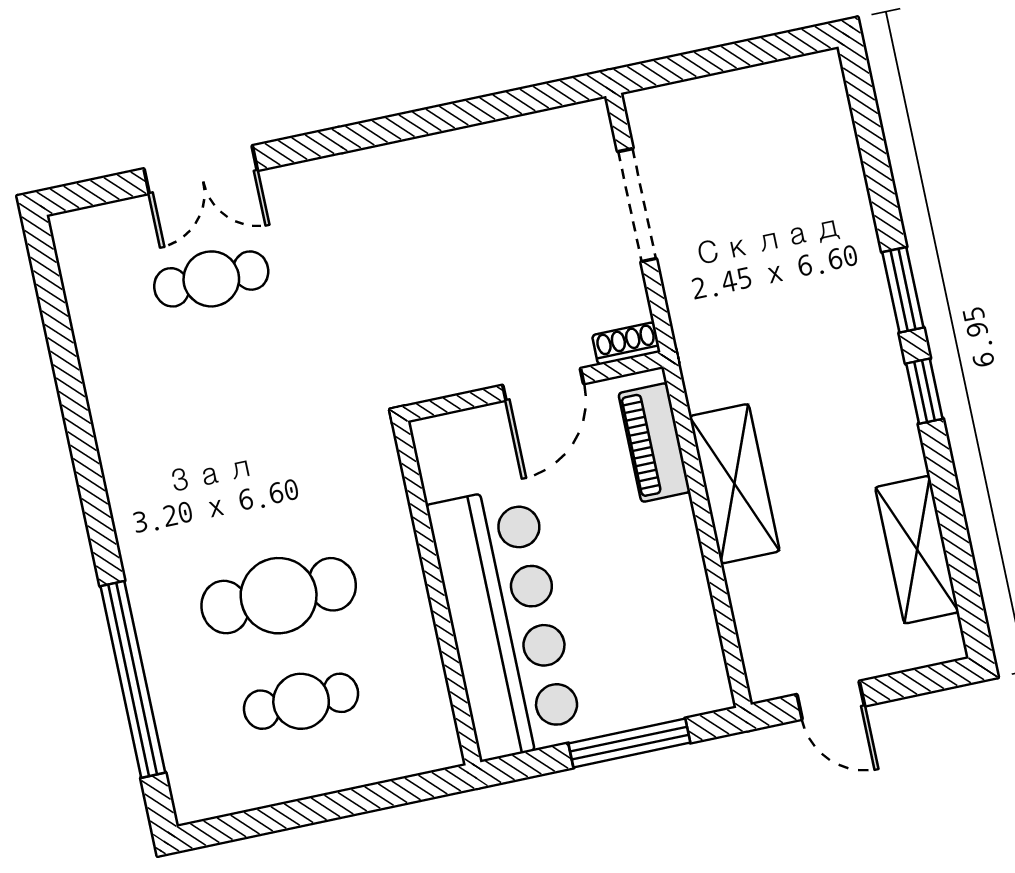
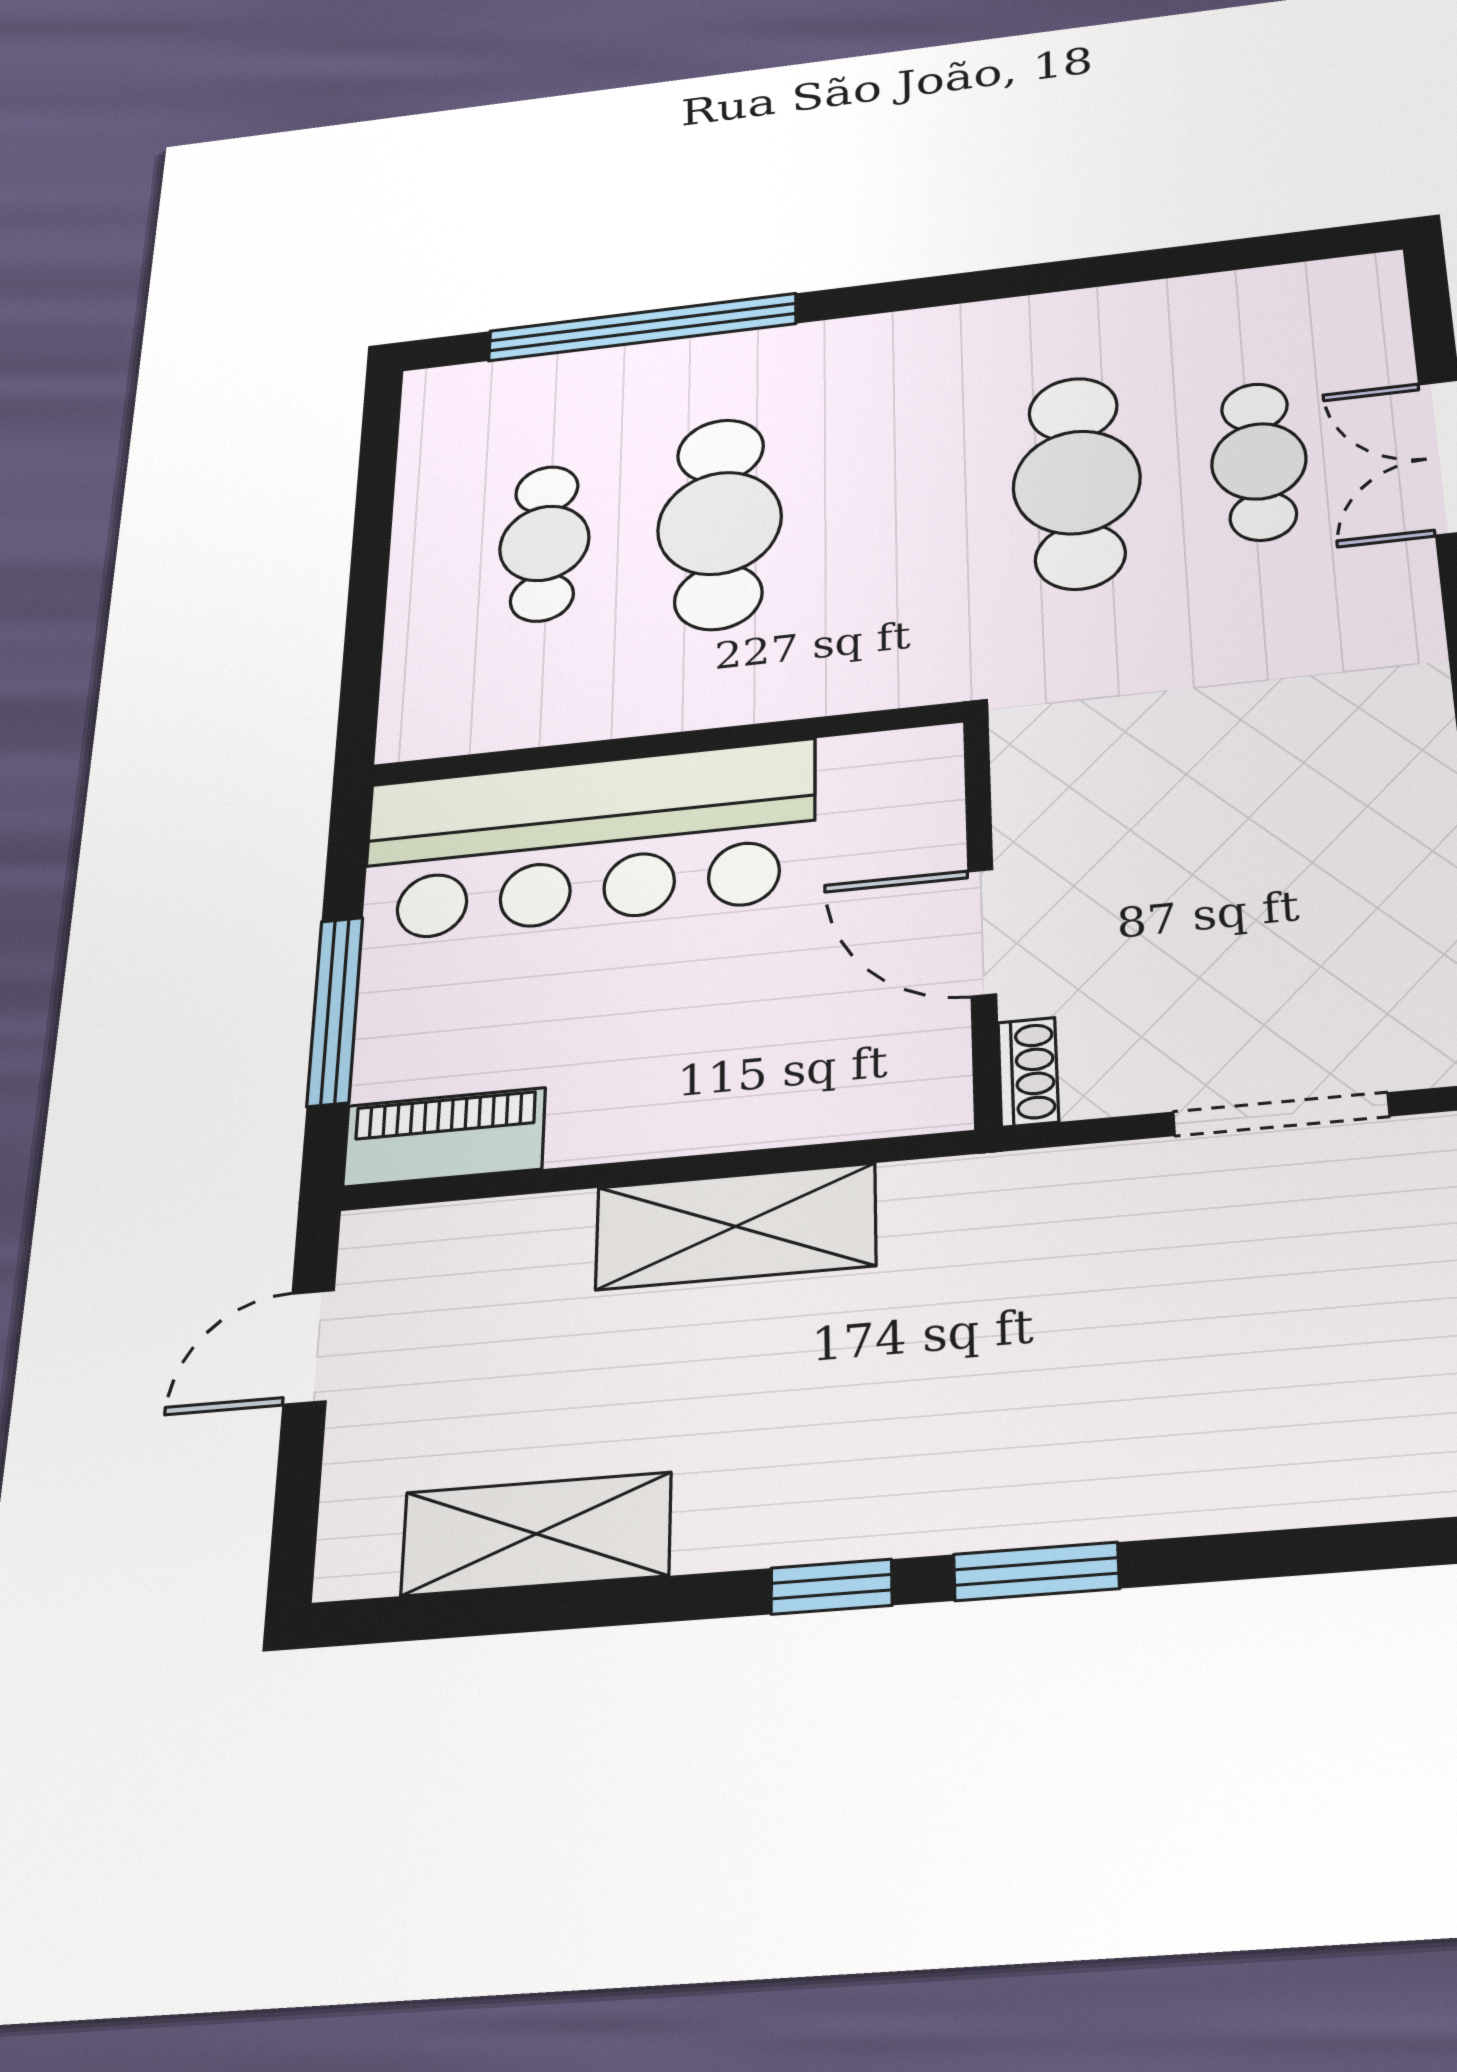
cafe table: (234, 385) -> (1077, 482), added
piano: (654, 443) -> (444, 1137), moved

